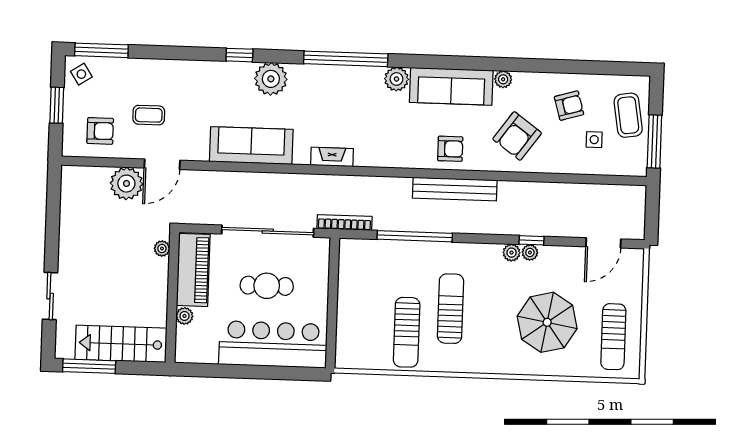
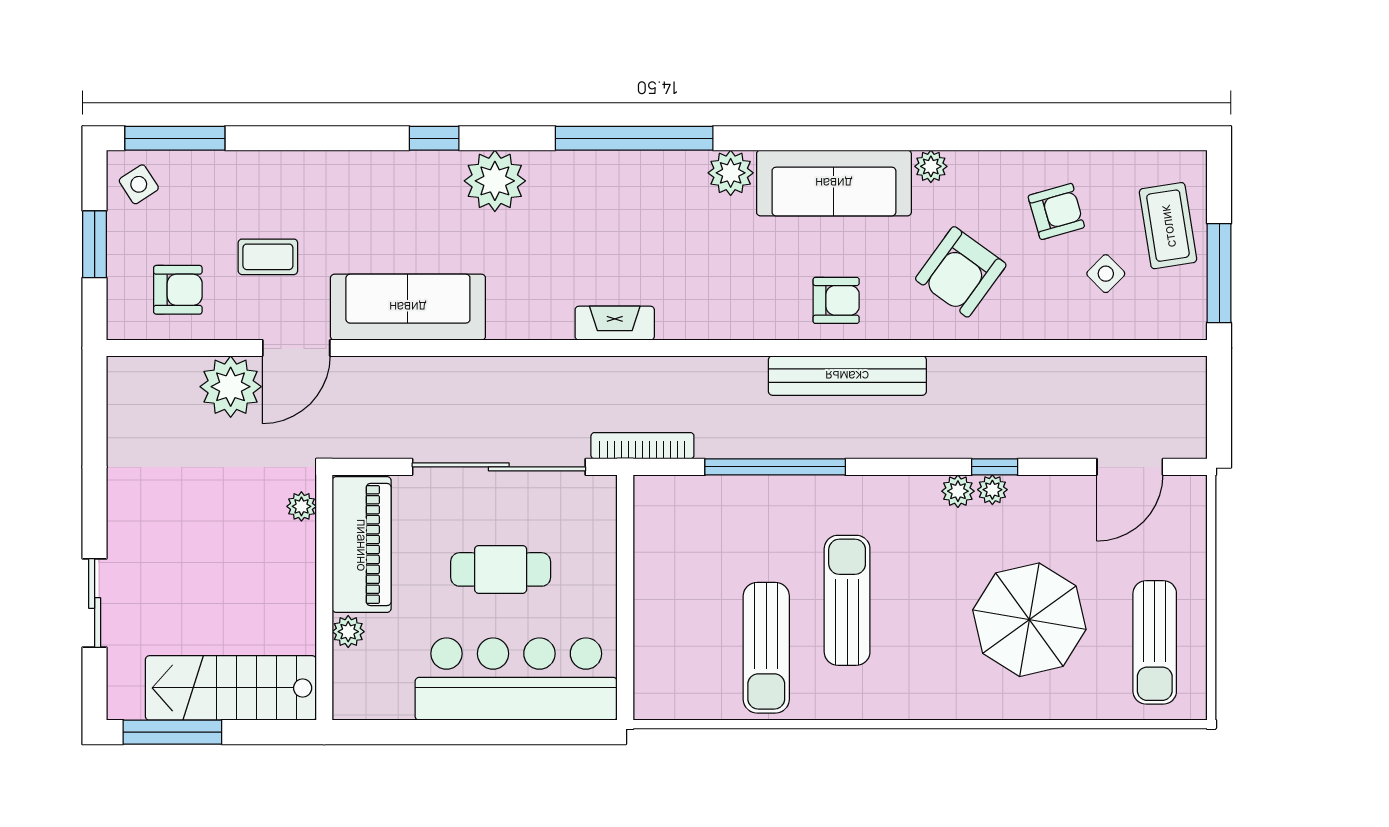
side table: (594, 140) -> (1106, 274), turned 45
sofa: (251, 146) -> (408, 307), moved

